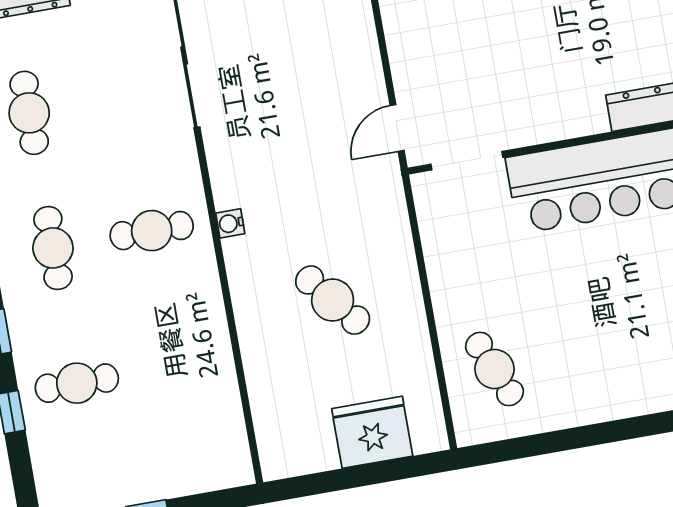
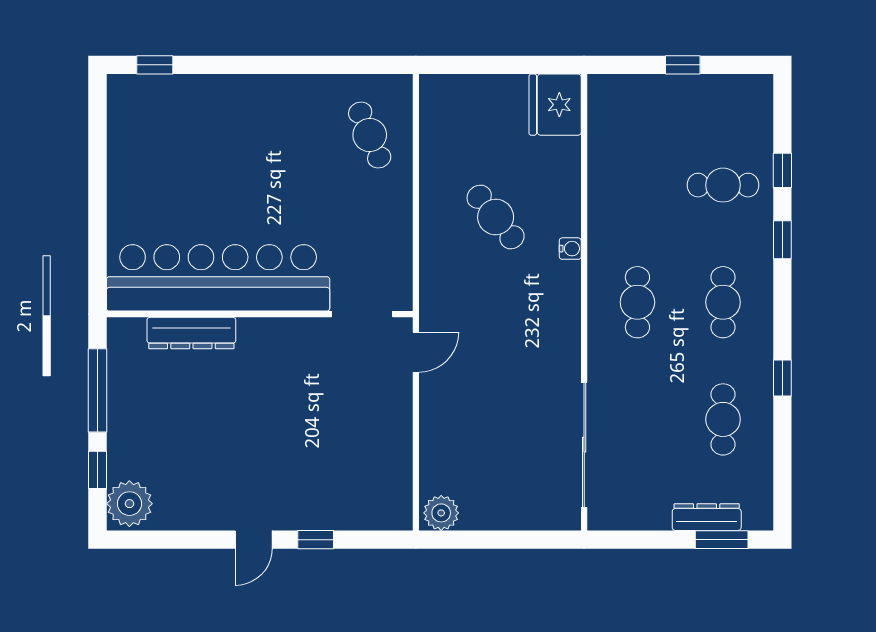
water cooler: (230, 223) -> (570, 249), moved
cafe table: (152, 231) -> (637, 302), turned 90
fridge: (372, 432) -> (555, 105), moved, turned 90

